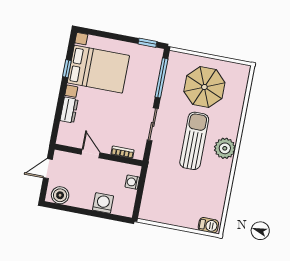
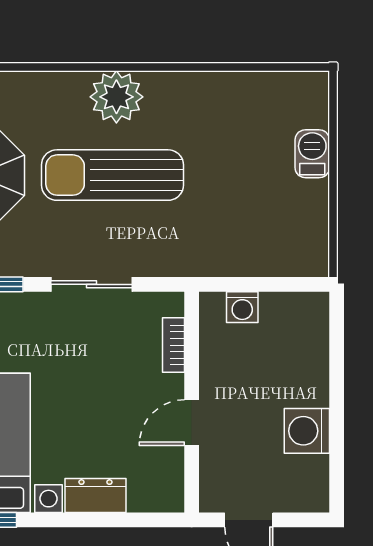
boiler: (60, 195) -> (308, 478), removed
washing machine: (103, 203) -> (307, 431), moved
barbecue: (208, 225) -> (312, 154), moved

